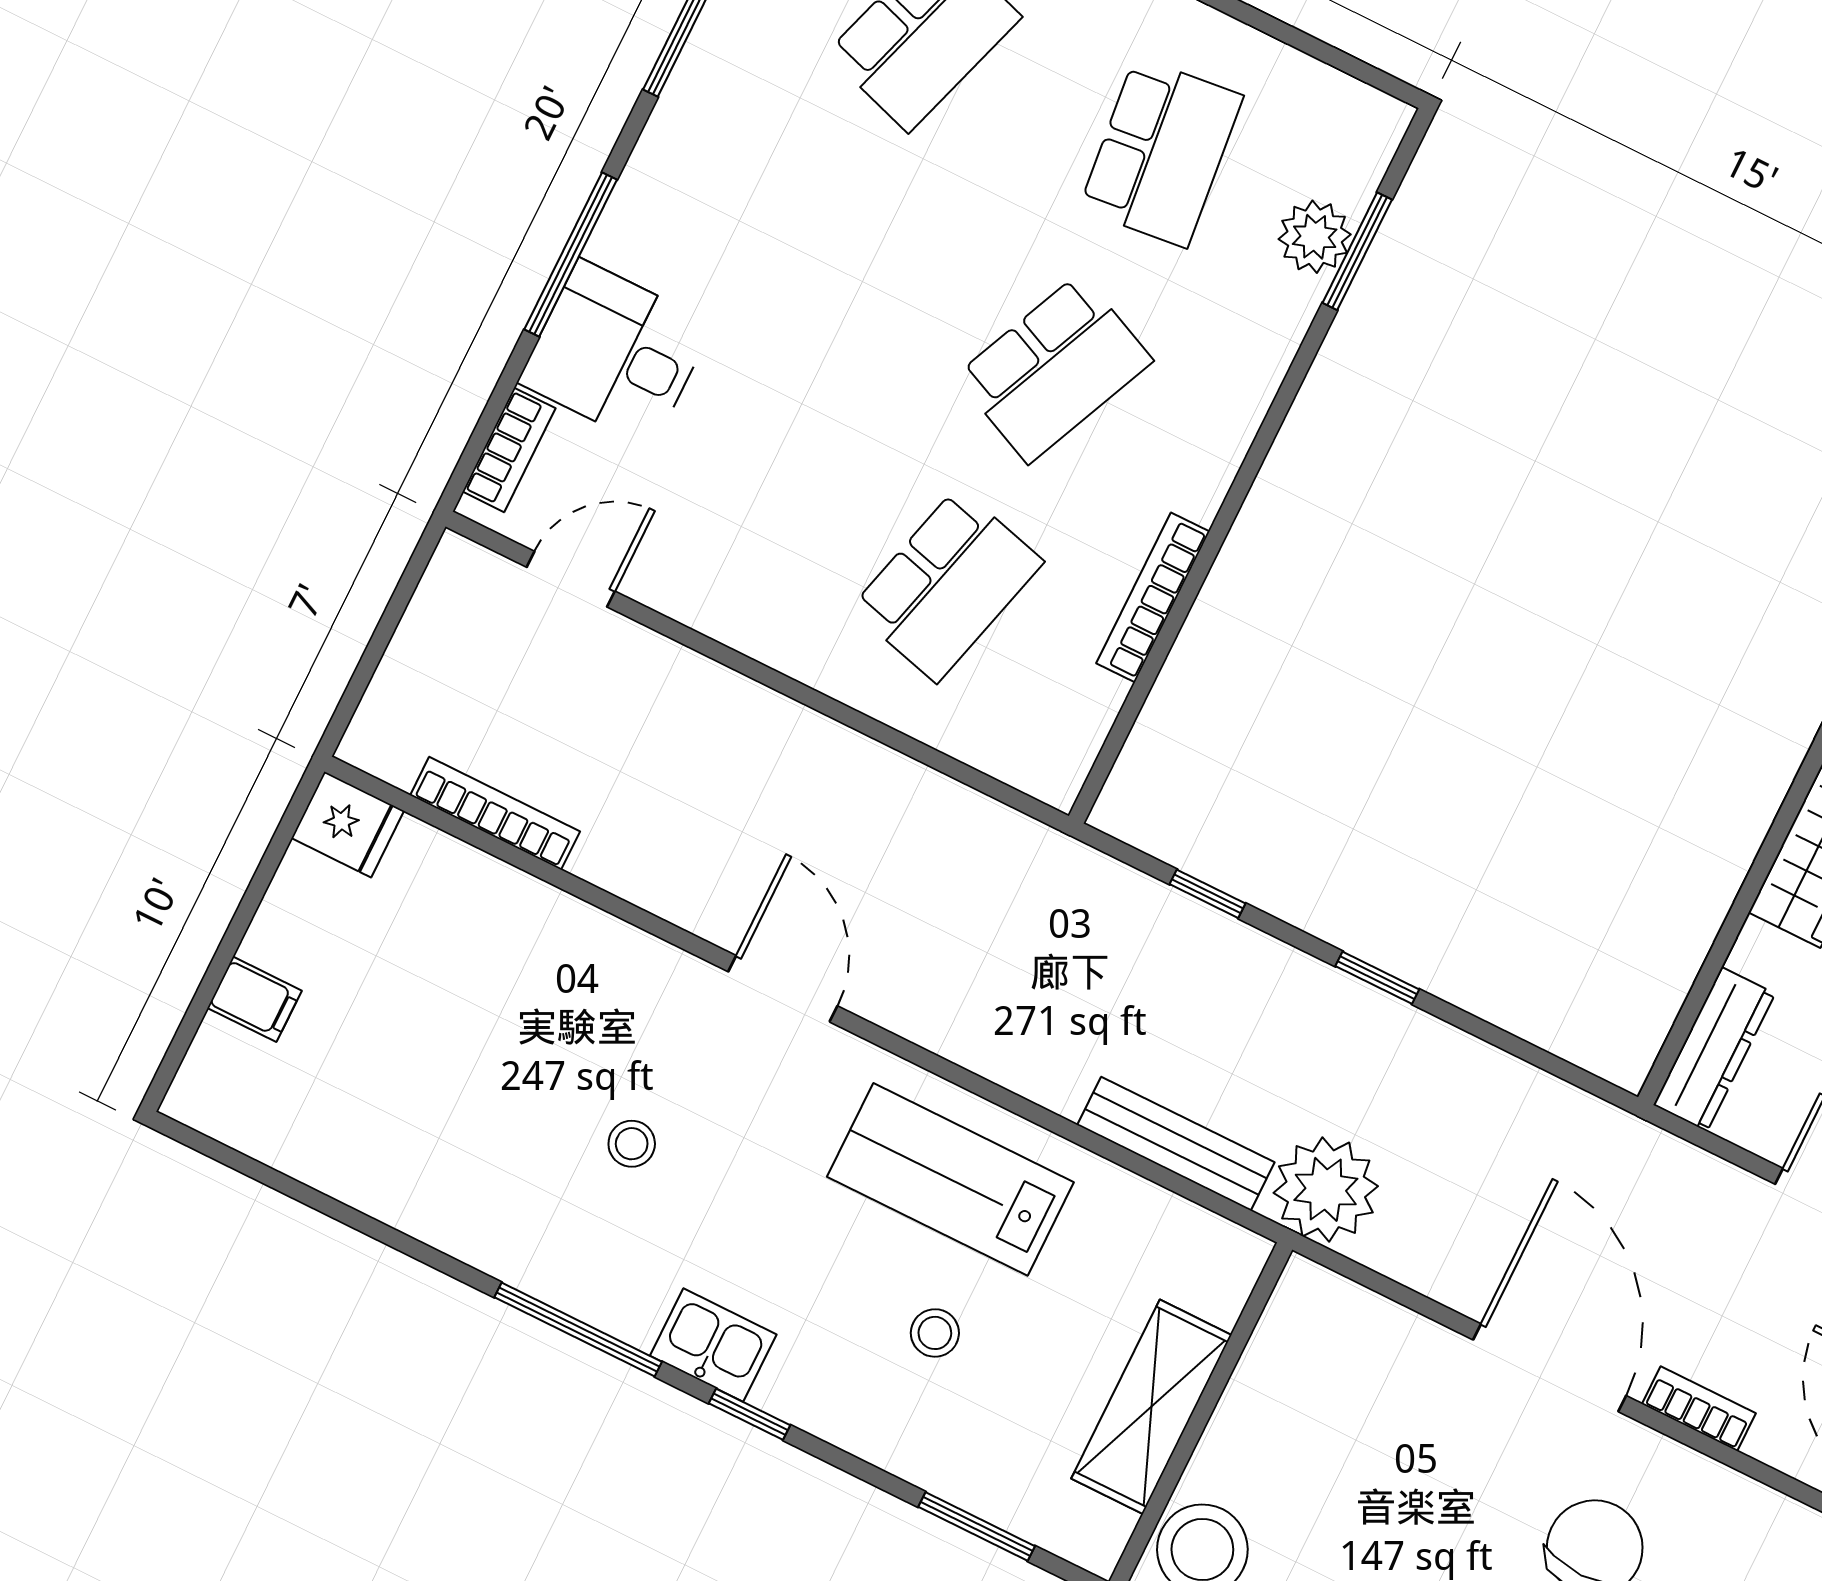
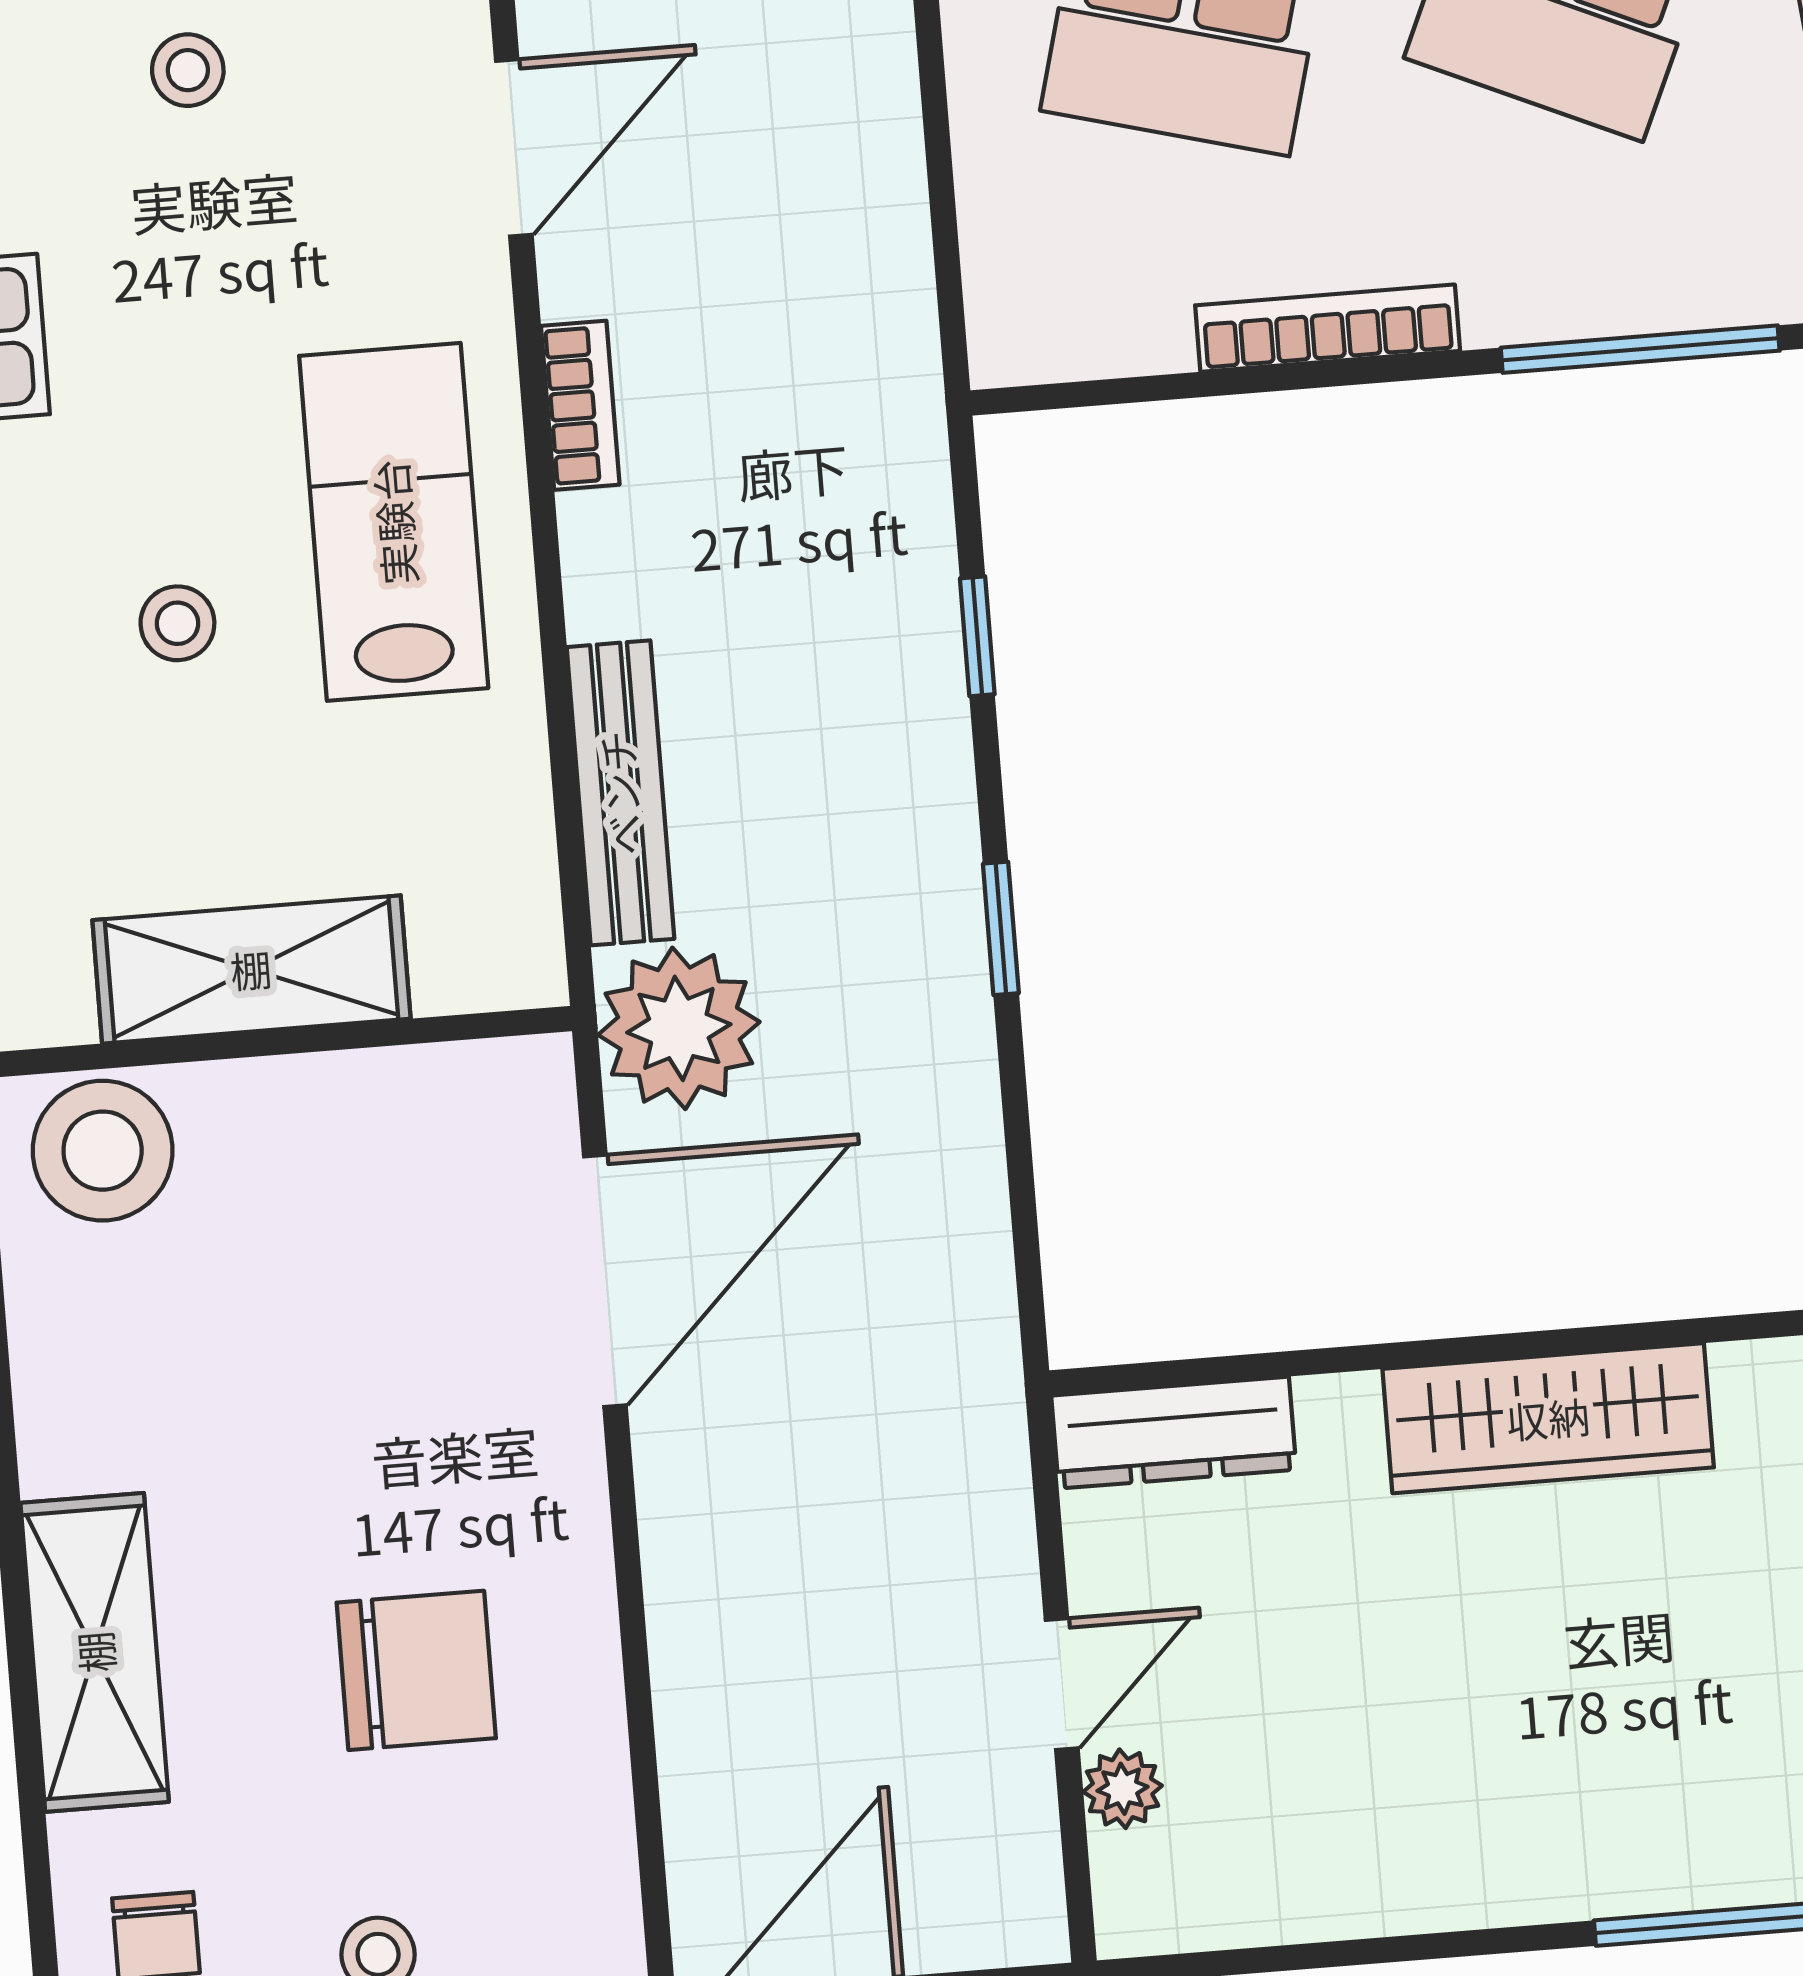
window: (1268, 431) -> (1640, 349), added
door: (1550, 1368) -> (605, 1281), moved
bookcase: (1699, 1409) -> (580, 405), moved

